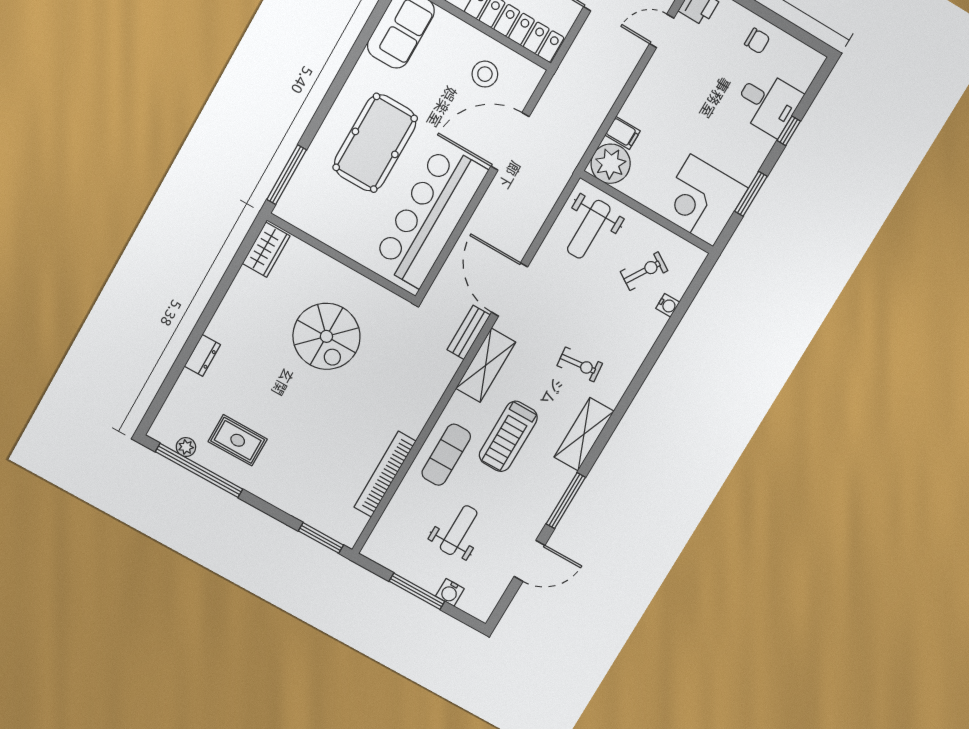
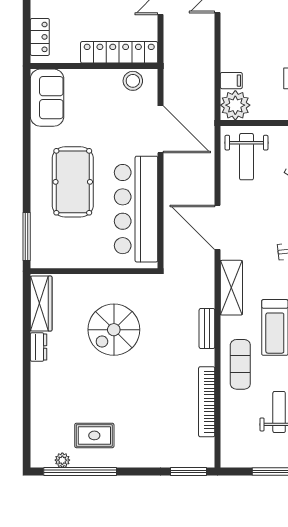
stool: (485, 74) -> (133, 81), moved
door: (510, 141) -> (161, 129), swing flipped
wardrobe: (266, 250) -> (41, 304), width x1.50
bench: (469, 332) -> (207, 328), moved
spiral stairs: (326, 336) -> (114, 330), turned 90
dresser: (202, 355) -> (39, 347), moved

